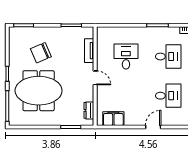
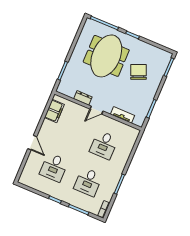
desk: (126, 56) -> (104, 145), turned 90
dresser: (89, 110) -> (83, 98), moved

